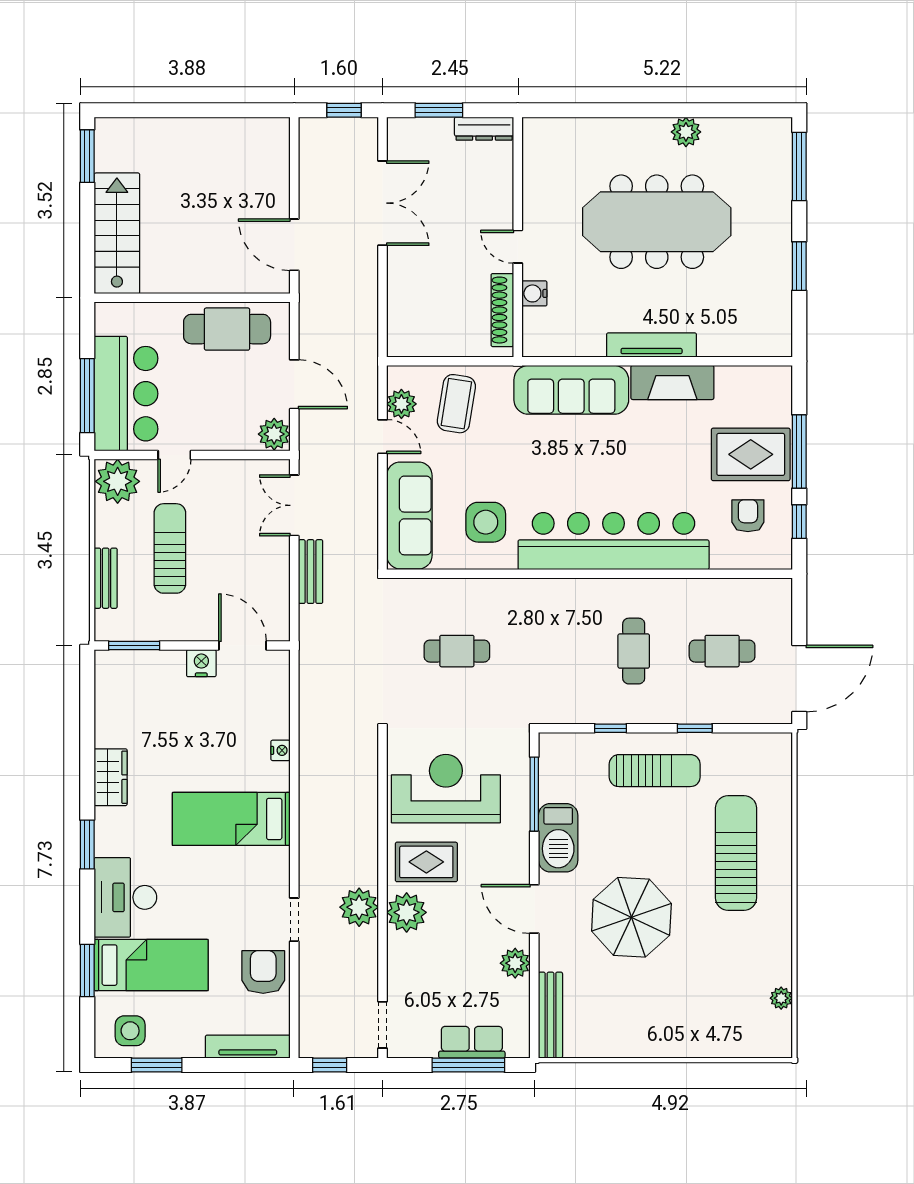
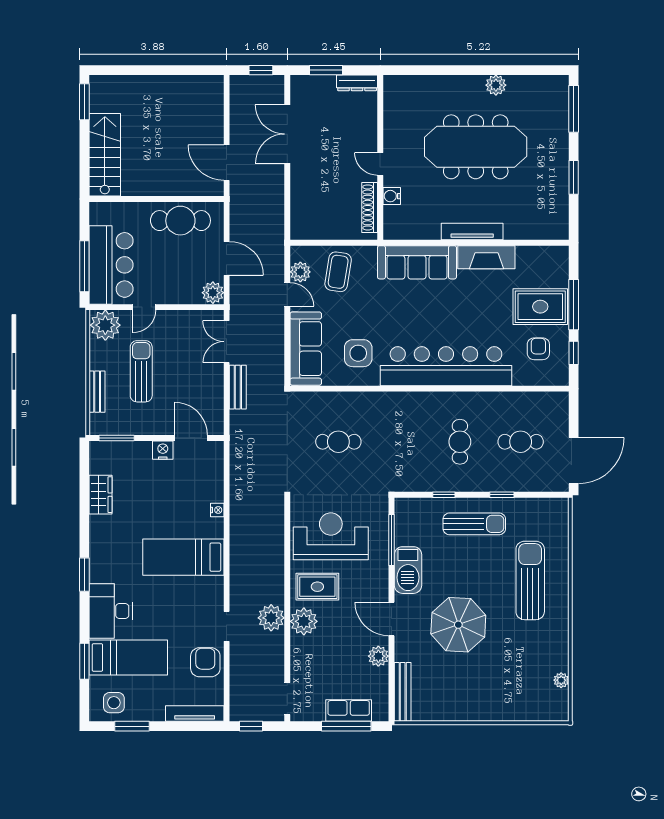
double door: (383, 203) -> (287, 134), swing flipped
wardrobe: (111, 777) -> (100, 495), moved

